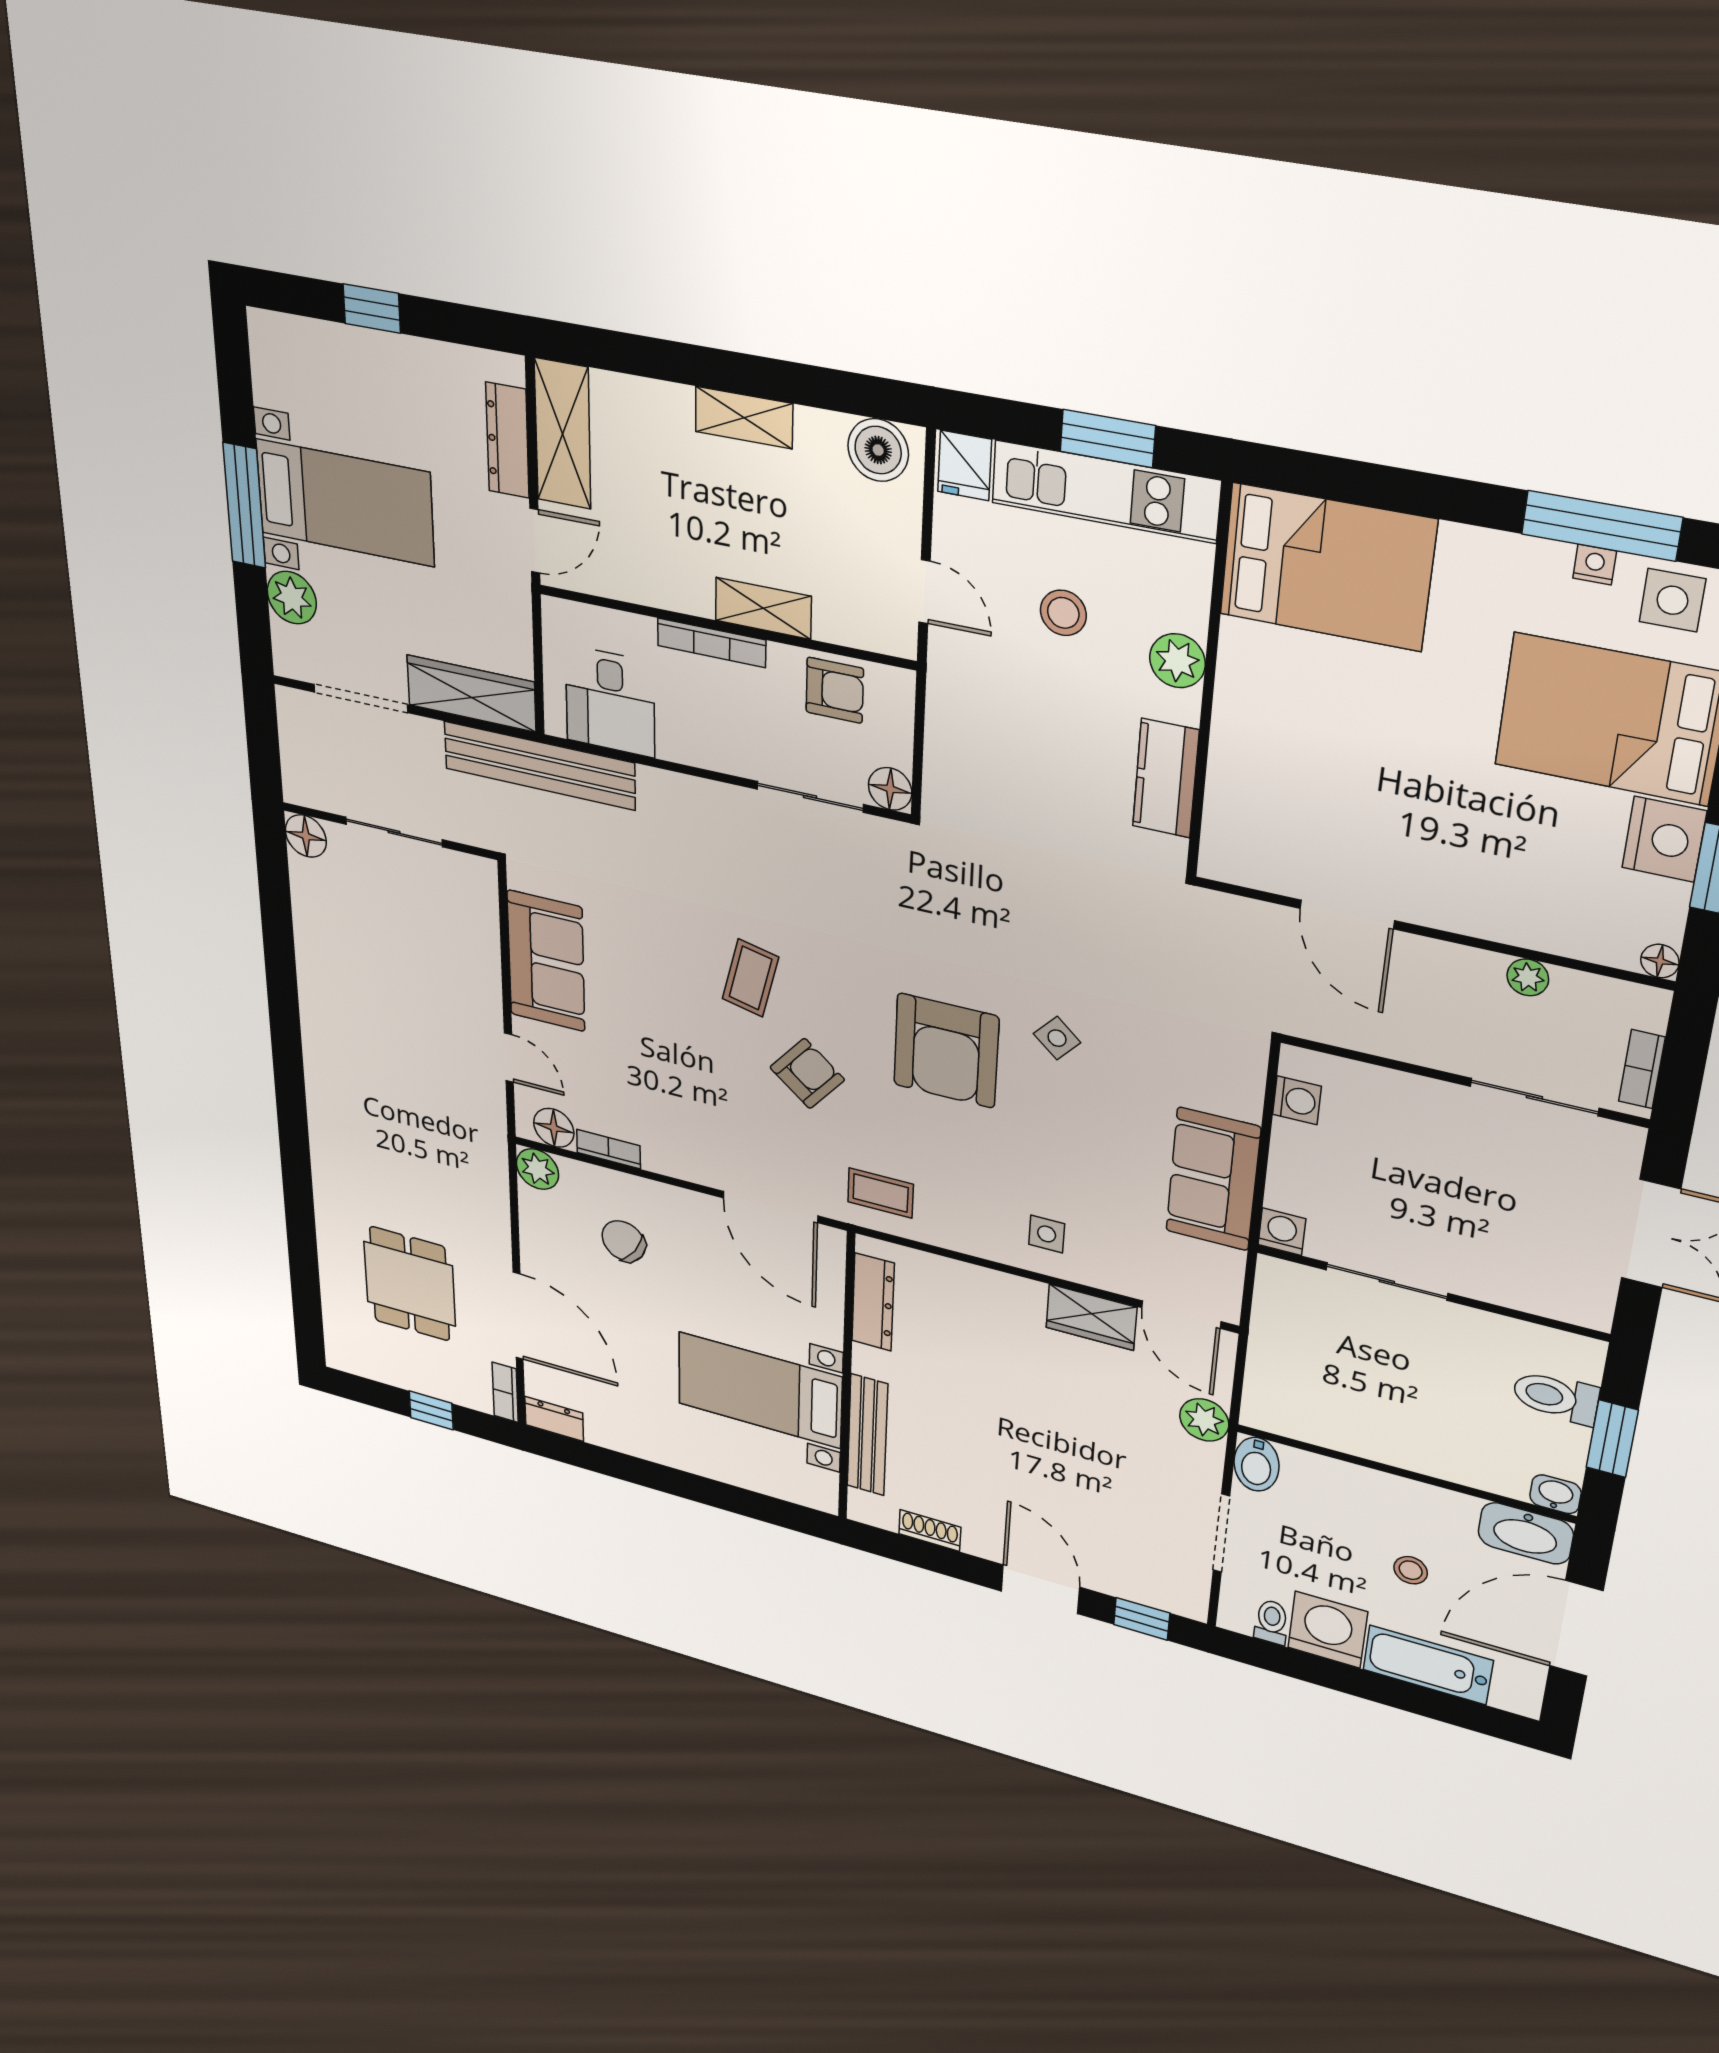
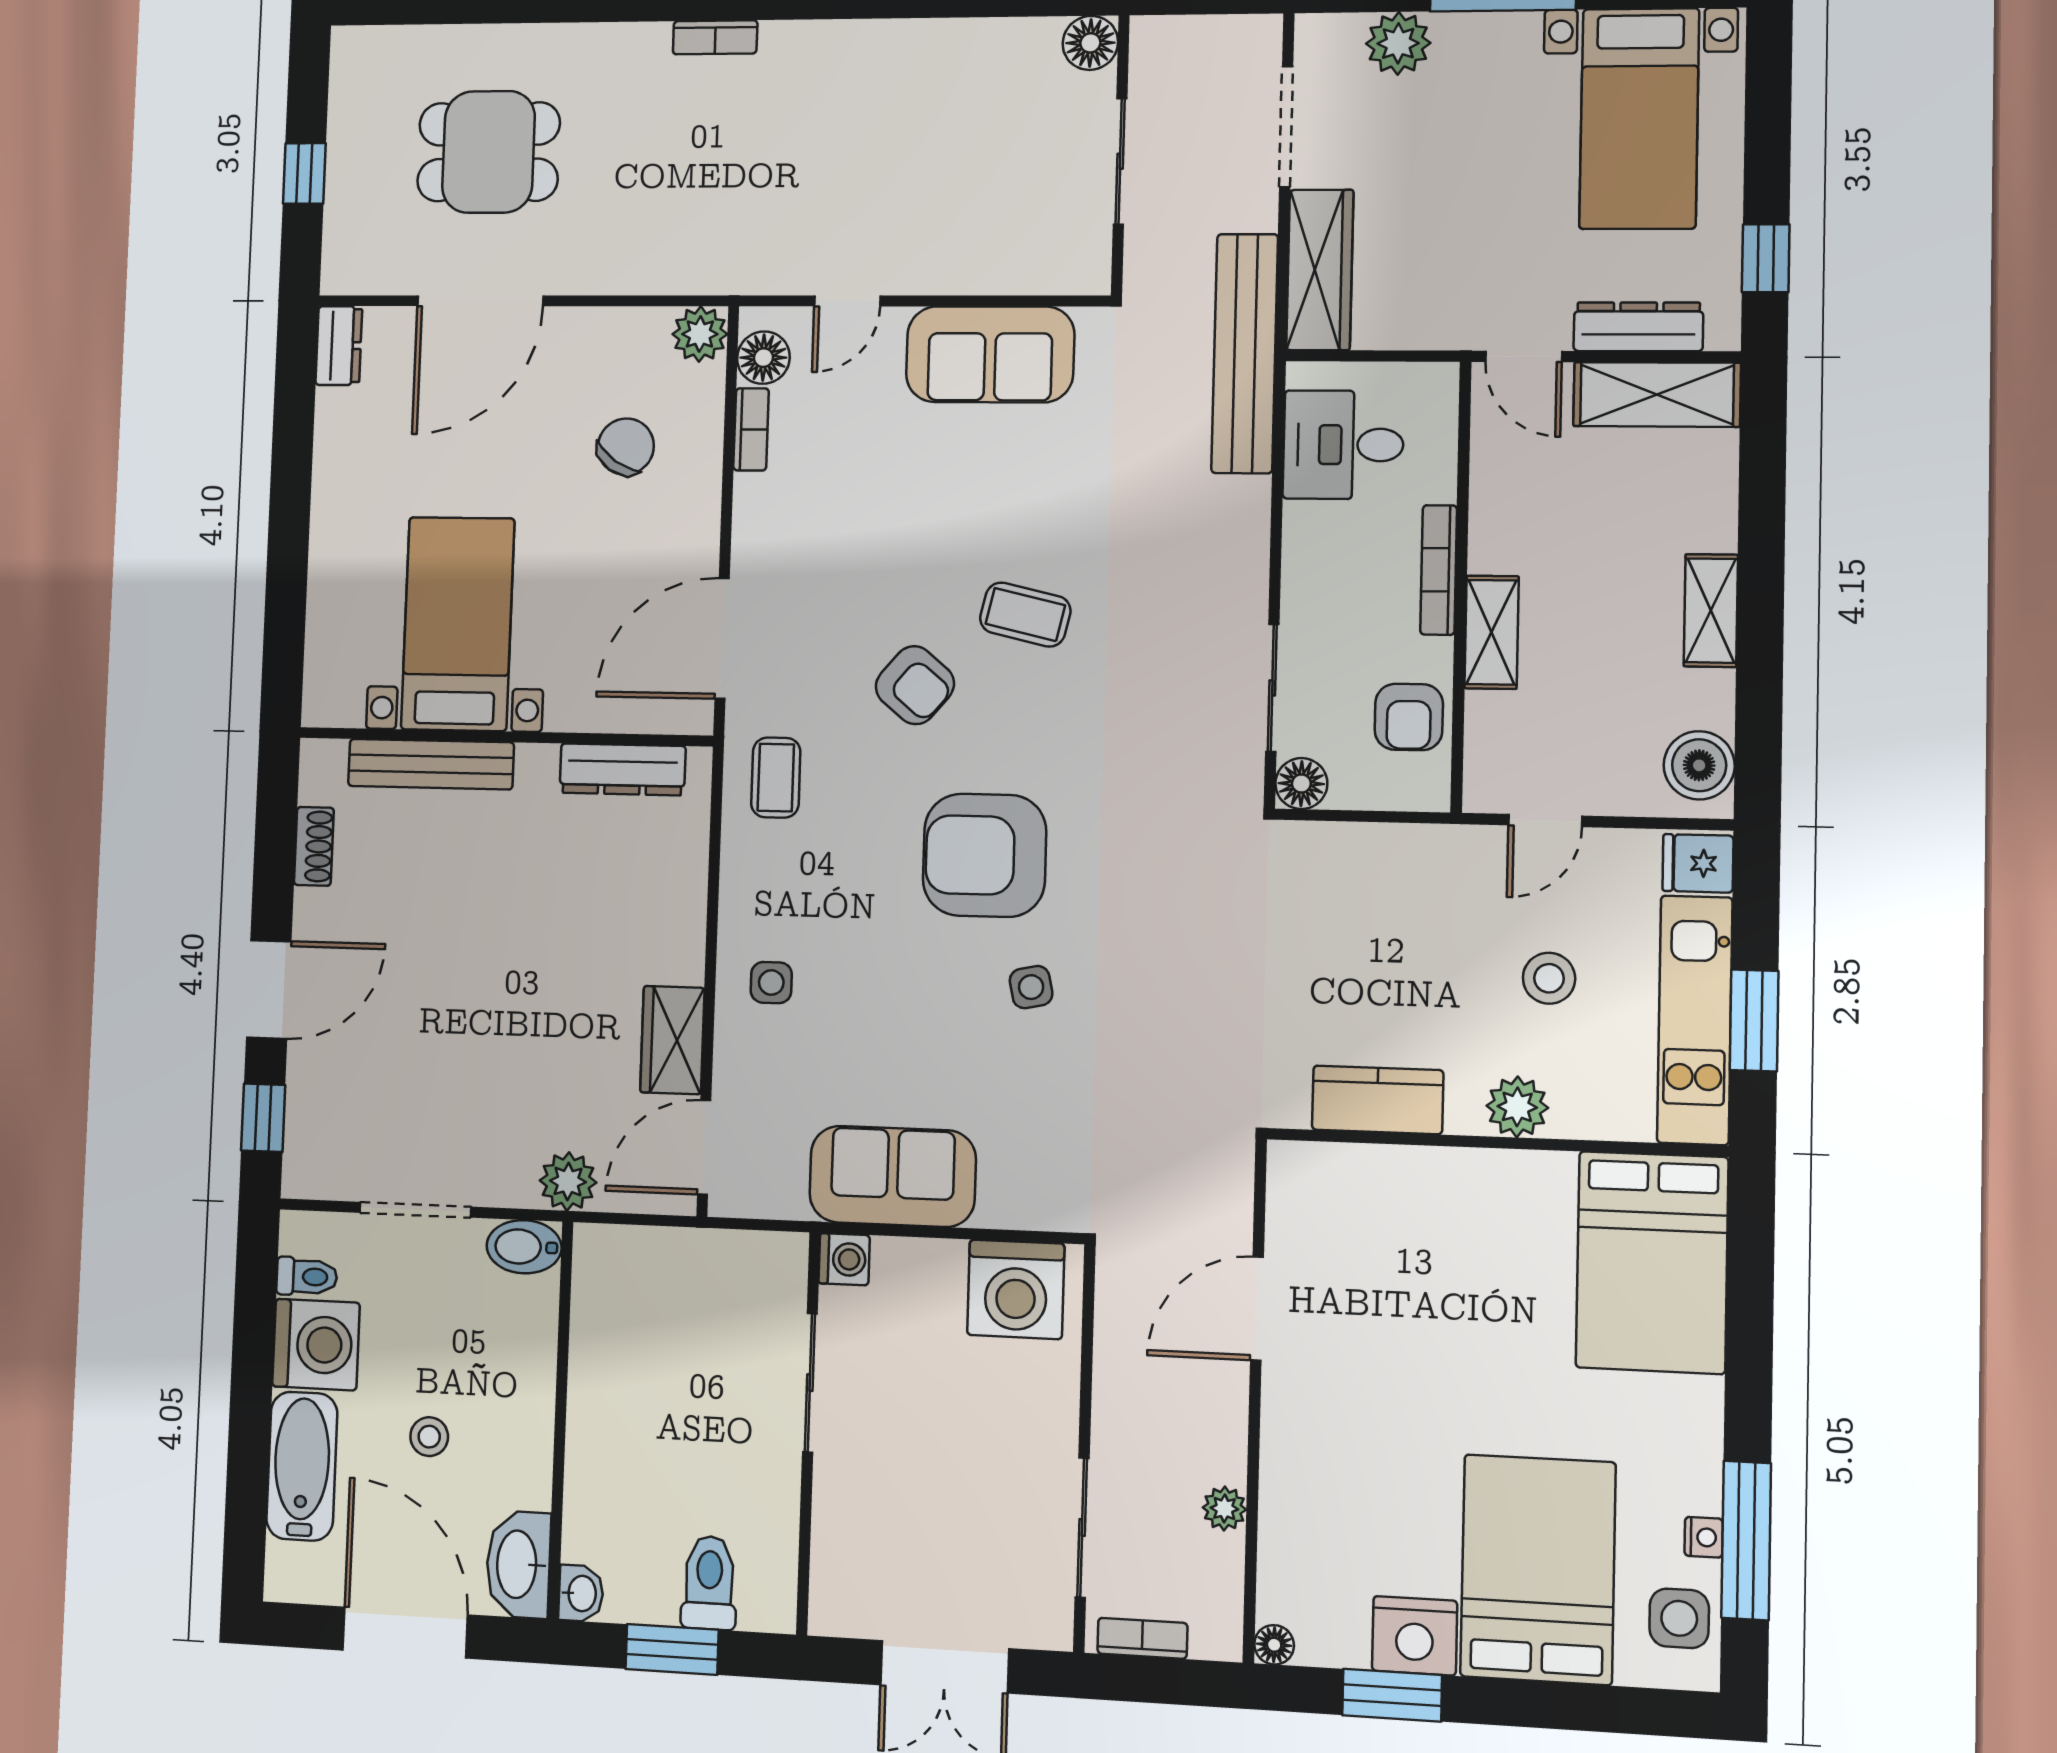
window: (372, 308) -> (1766, 258), moved
bed with nightstands: (345, 503) -> (1639, 119), moved
side table: (1057, 1038) -> (1031, 987), turned 36
washing machine: (1297, 1100) -> (1016, 1289), width x1.89, depth x1.89
bookcase: (505, 1392) -> (715, 37), moved, turned 180

